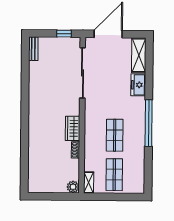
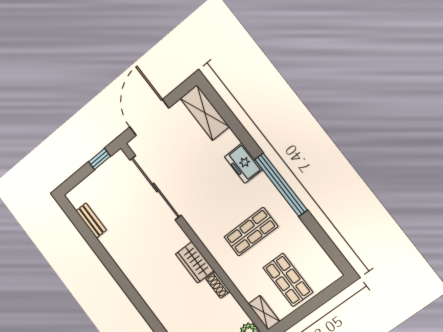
bench: (33, 49) -> (91, 220), moved
freezer: (138, 85) -> (243, 163), moved
shop shelf: (115, 135) -> (251, 232), turned 90

